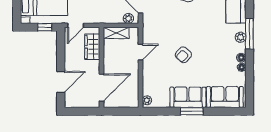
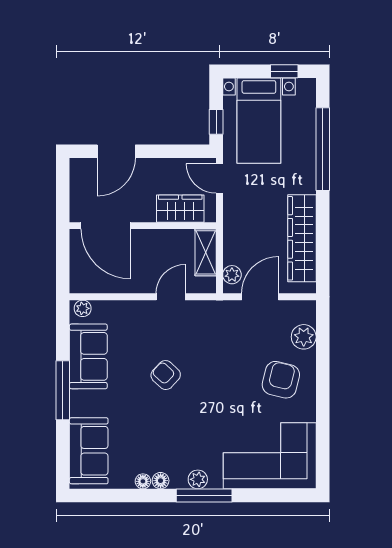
door: (140, 52) -> (171, 297), swing flipped
door: (61, 82) -> (116, 151), hinge flipped
sofa: (188, 97) -> (88, 356), moved
window: (192, 111) -> (63, 390), width x1.44

